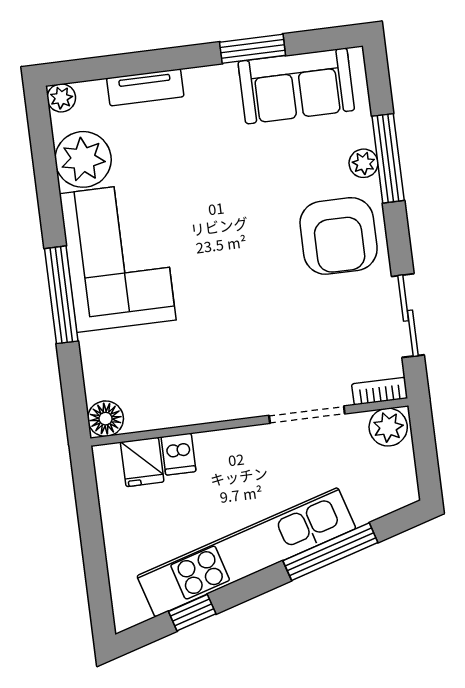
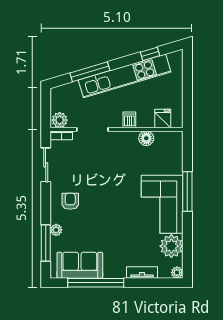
window: (253, 49) -> (96, 283), width x2.11
window: (388, 158) -> (46, 243), moved
armchair: (339, 236) -> (70, 201), width x0.53, depth x0.53
floor lamp: (106, 419) -> (146, 138), moved
dishwasher: (178, 454) -> (129, 120), moved

